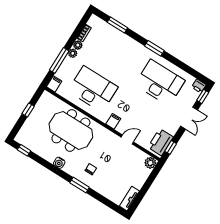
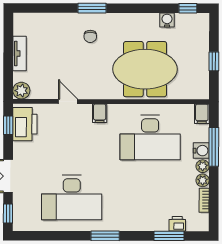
water cooler: (68, 63) -> (201, 151), added
printer: (199, 86) -> (177, 224), moved
door: (127, 140) -> (68, 101), swing flipped
water cooler: (59, 163) -> (167, 20), moved
tv unit: (129, 199) -> (20, 54), moved

